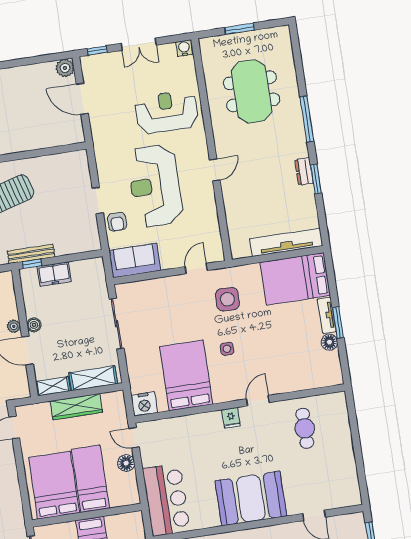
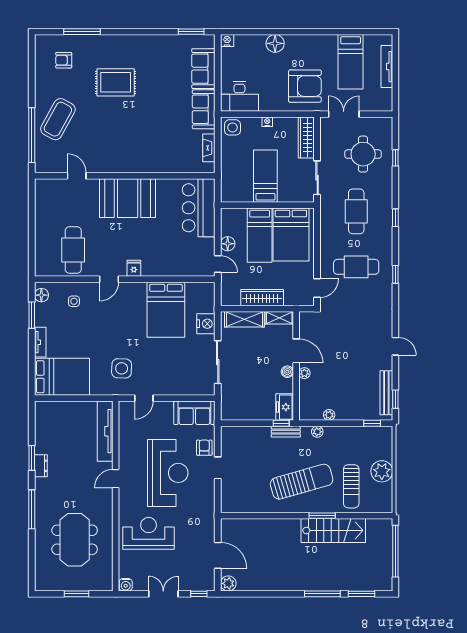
reception desk: (167, 112) -> (149, 533), turned 180
tv unit: (286, 242) -> (105, 431), moved, turned 90
bench: (31, 254) -> (286, 432), width x0.73
freezer: (54, 274) -> (285, 407), moved, turned -90
window: (338, 322) -> (32, 315), moved
floor lamp: (329, 342) -> (41, 295), moved
side table: (227, 349) -> (74, 301), moved
nightstand: (144, 404) -> (206, 324), moved, turned 90
cafe table: (305, 428) -> (73, 250), width x1.37, depth x1.35

